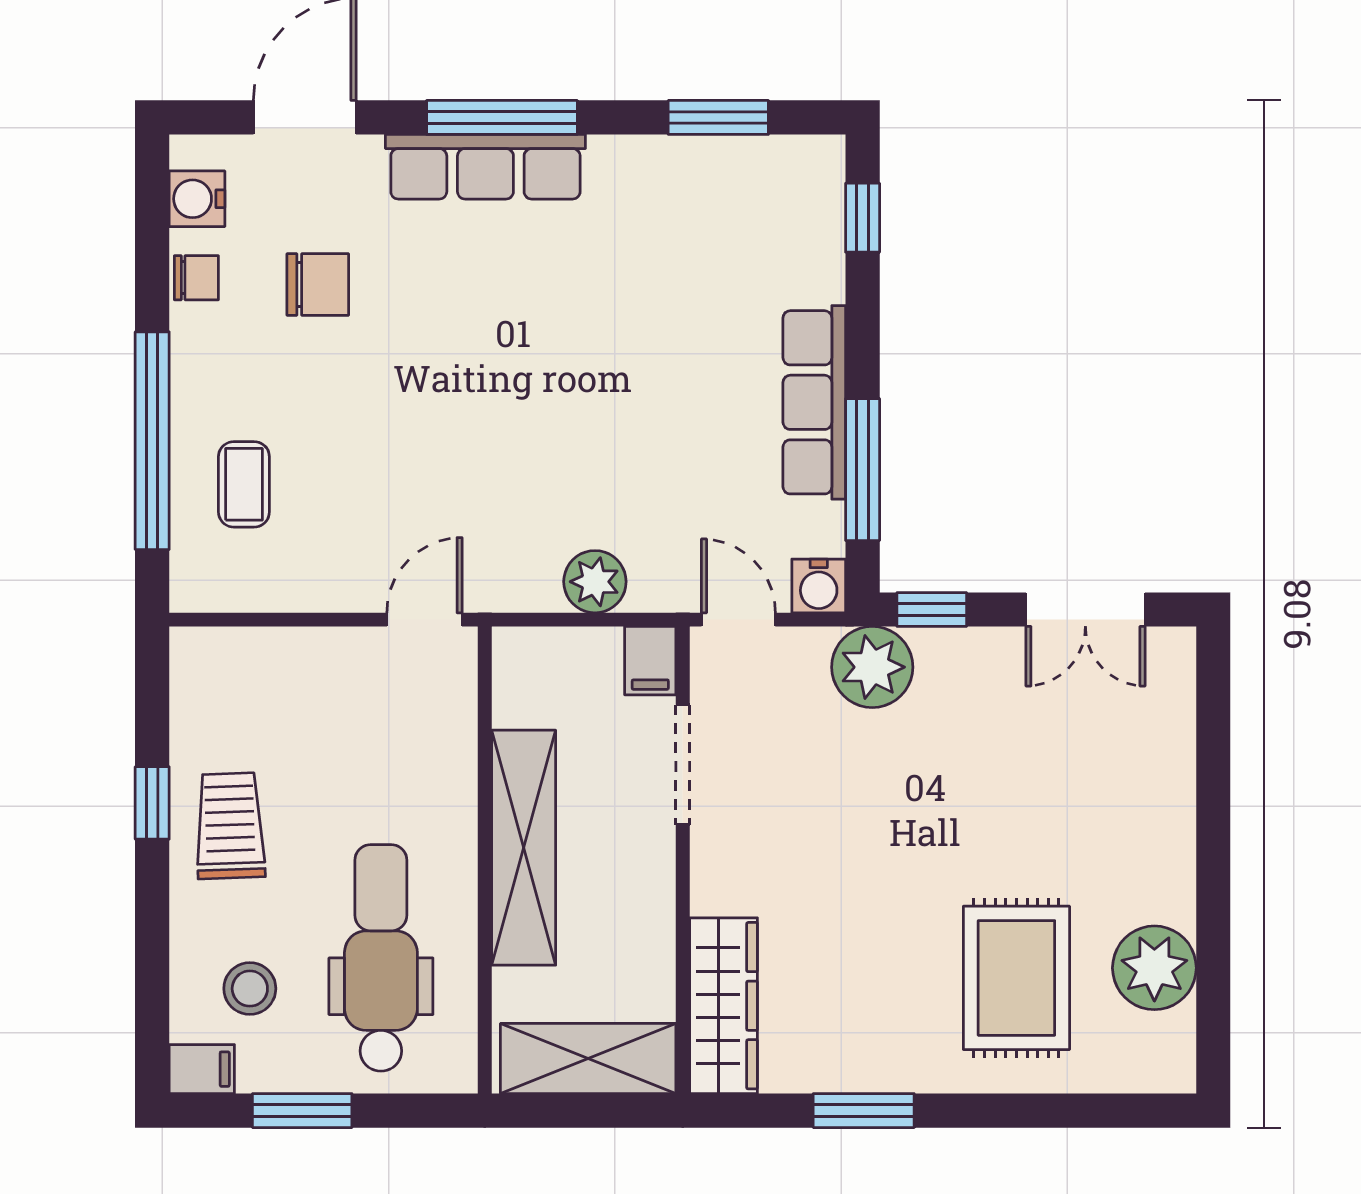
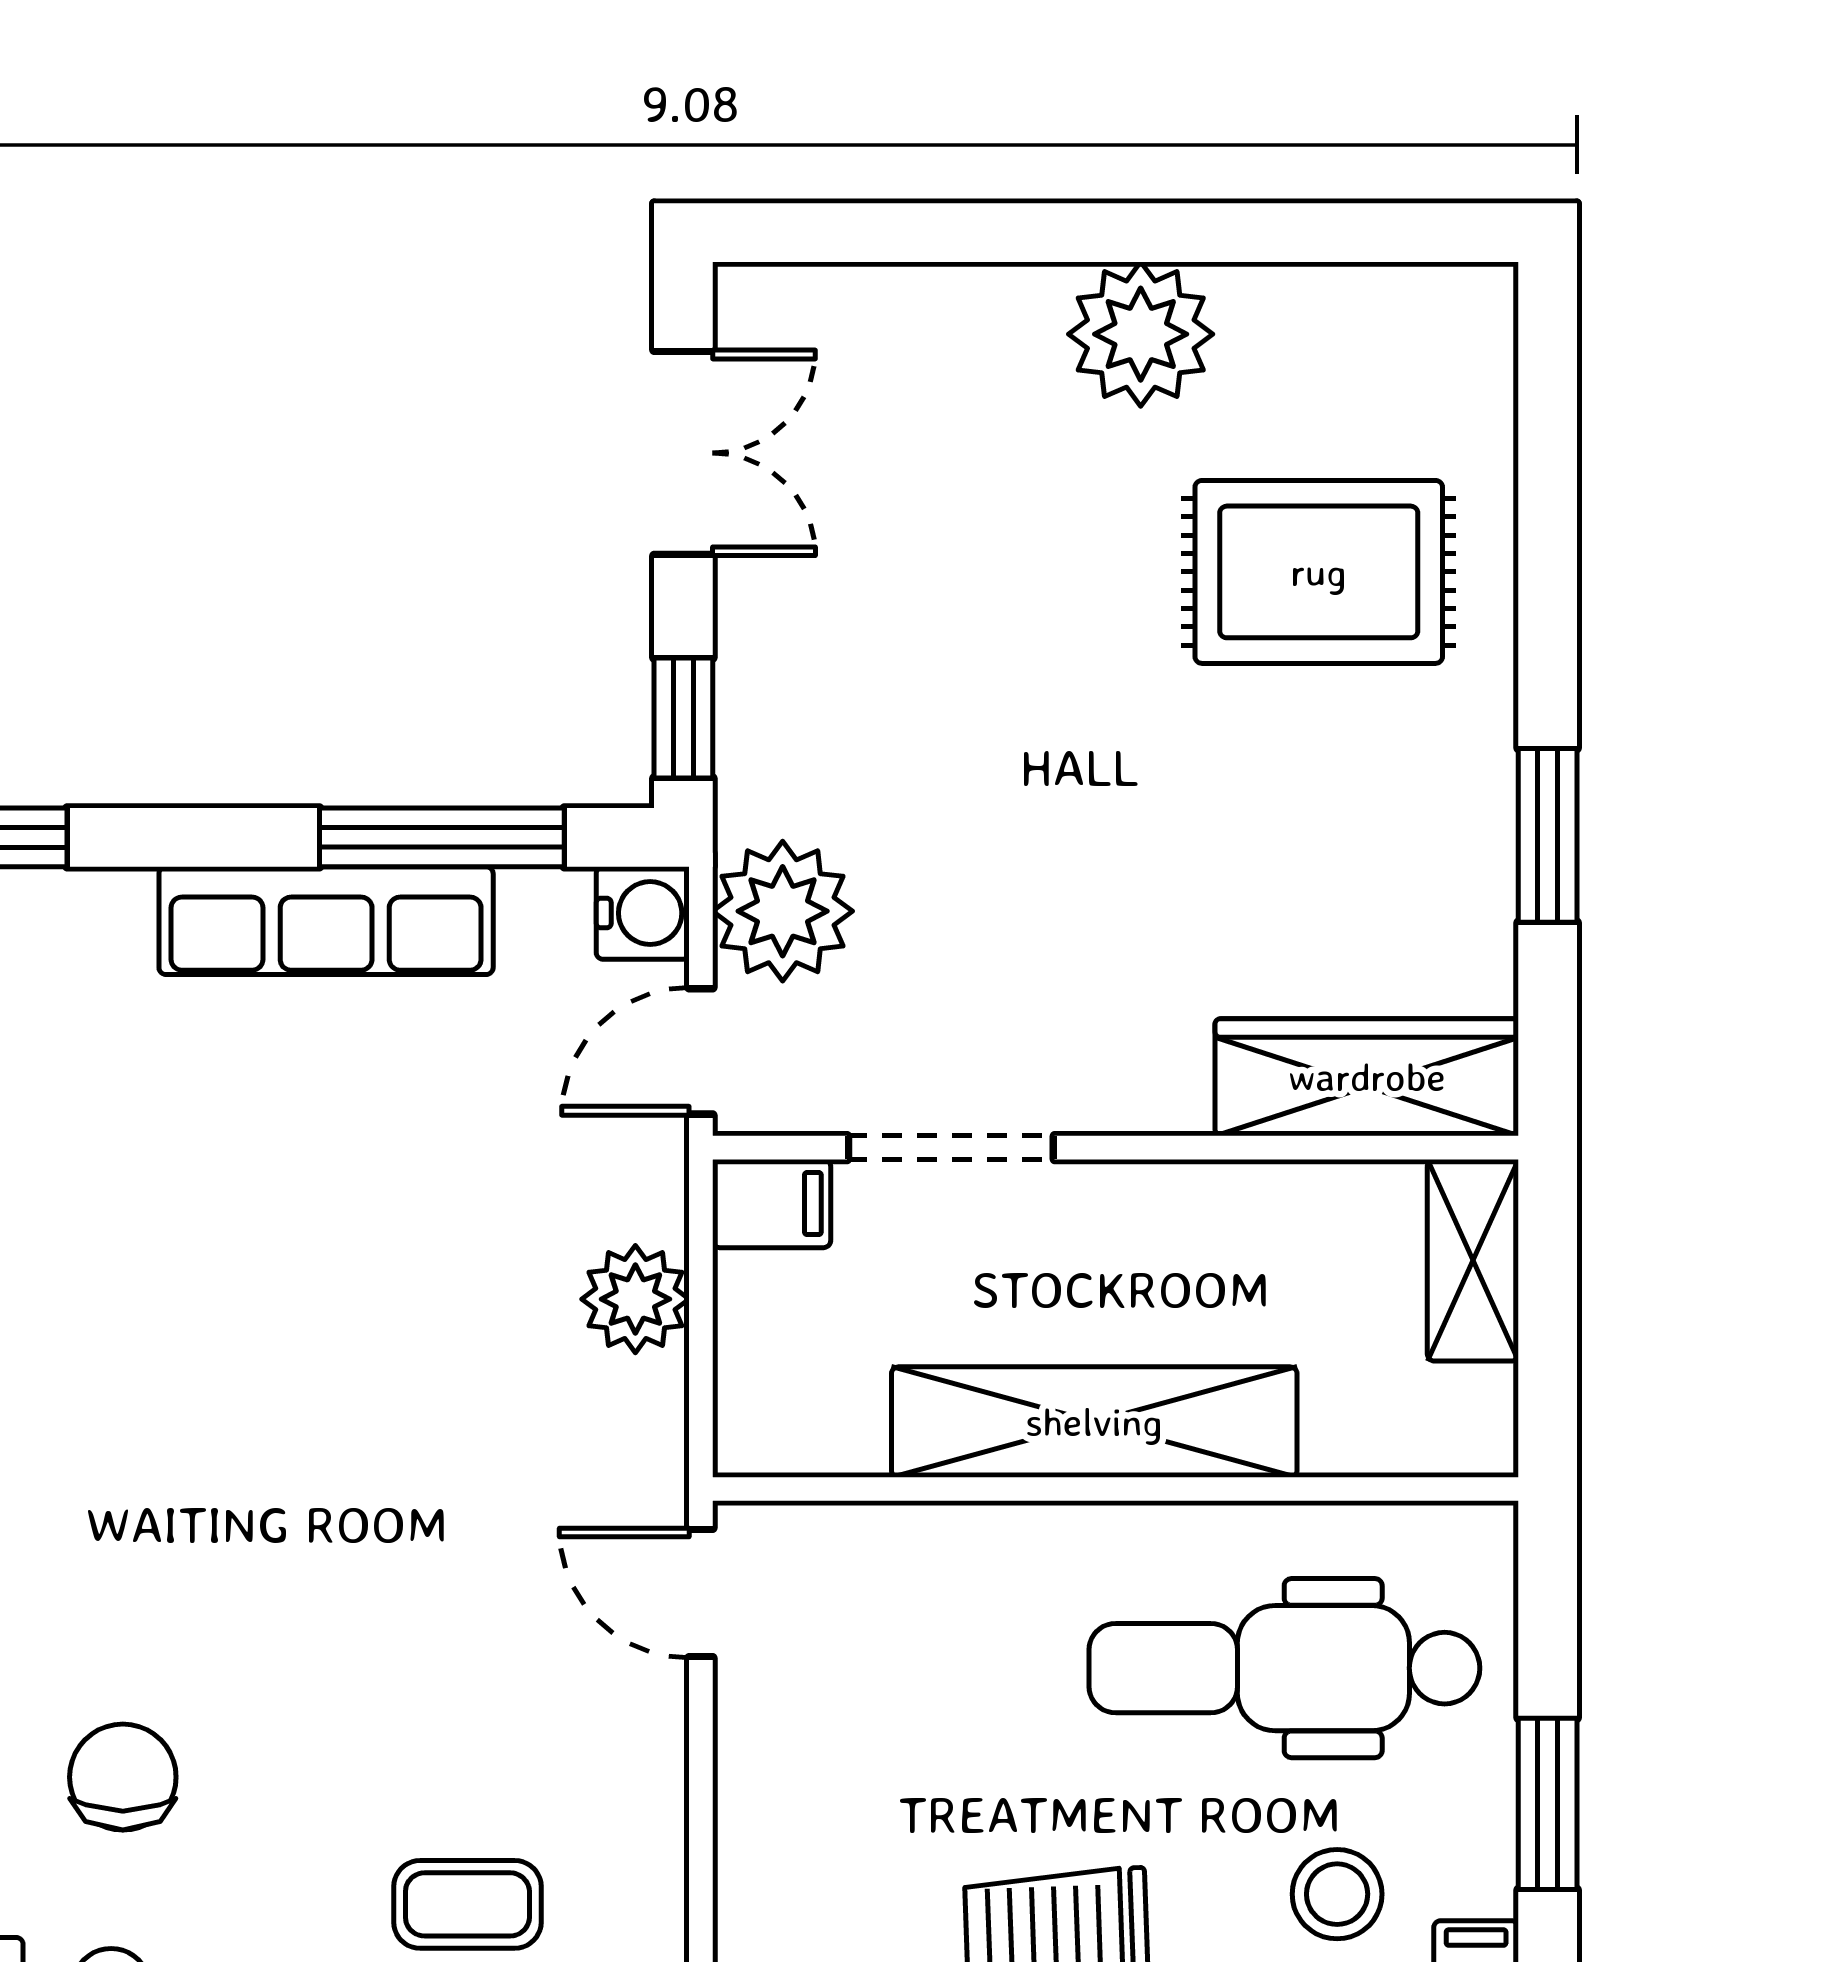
plant: (872, 667) -> (783, 911), moved
plant: (1154, 968) -> (1141, 334), moved
shelving: (588, 1058) -> (1473, 1260), width x0.67, depth x0.75

